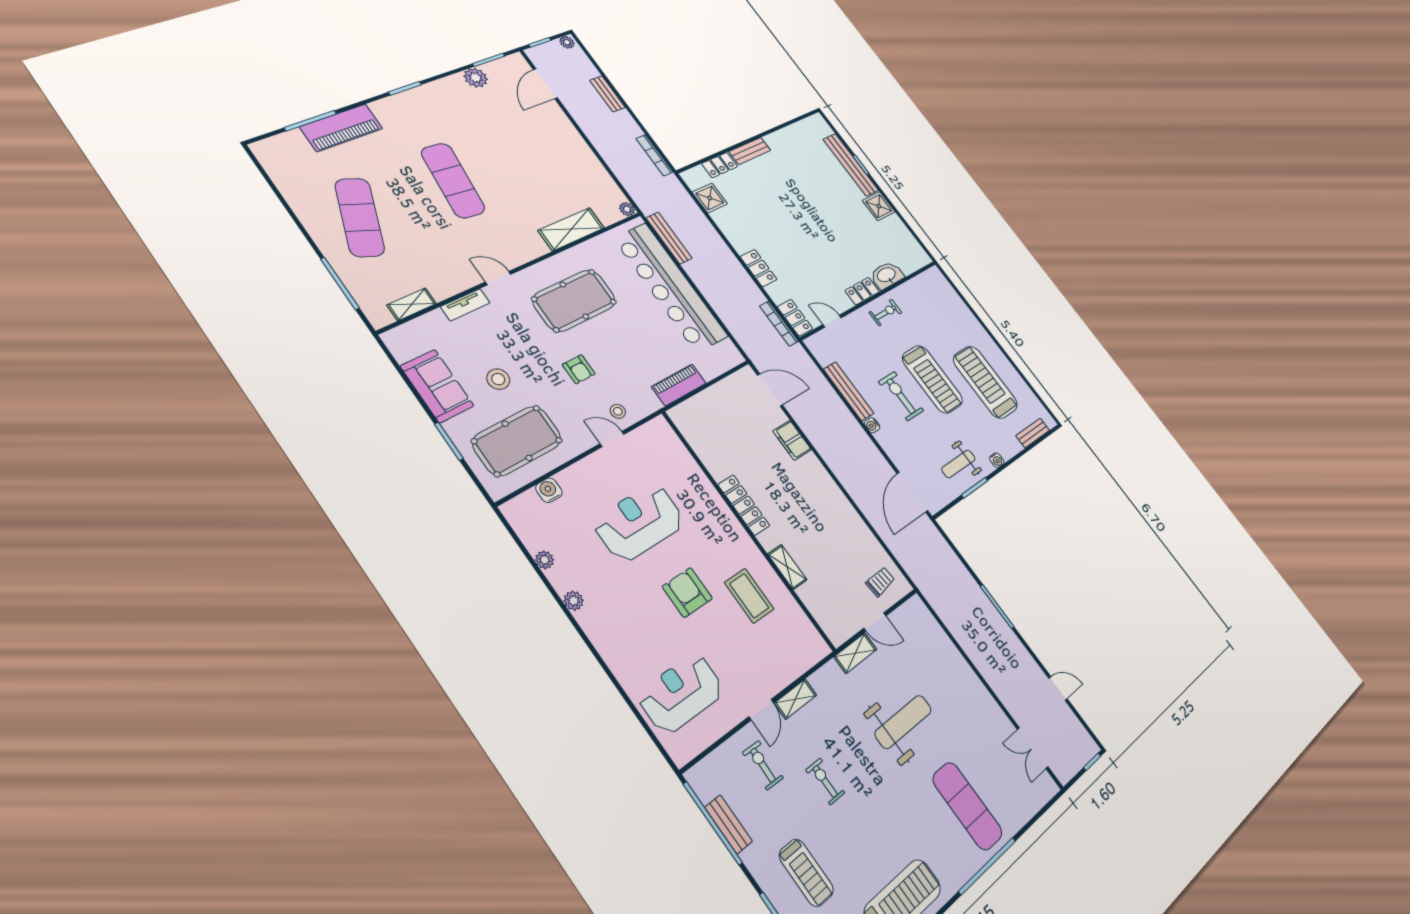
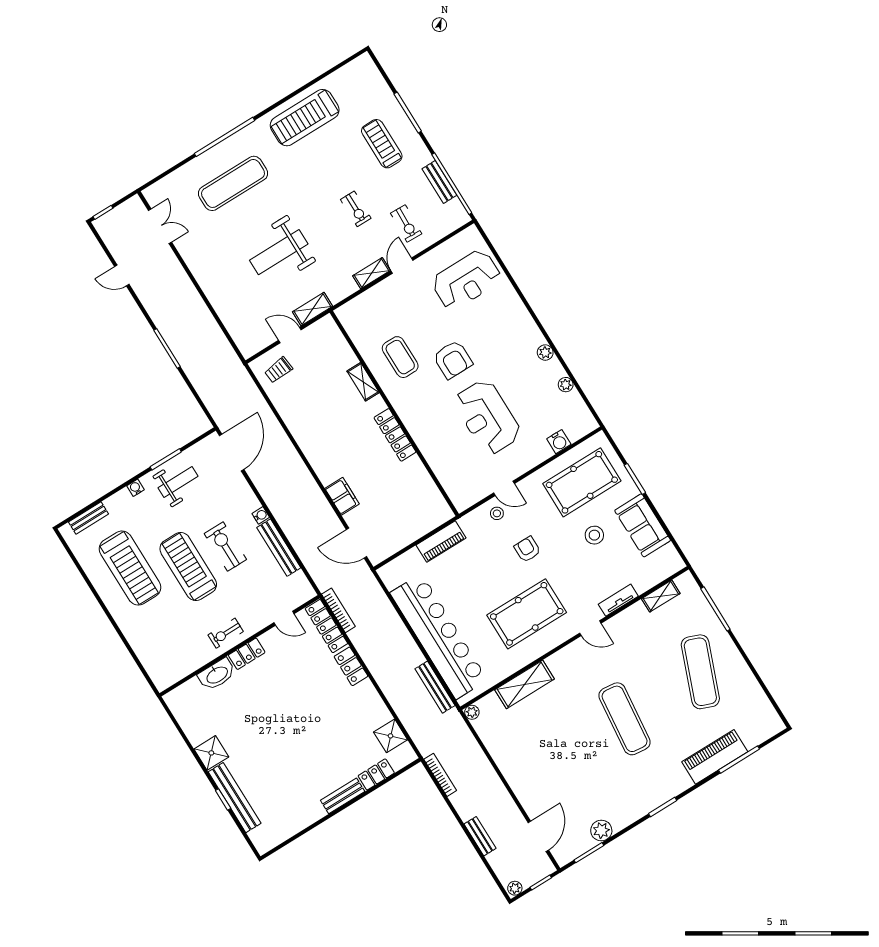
locker: (795, 318) -> (326, 626), width x1.53
exercise bike: (901, 396) -> (225, 547), turned 180
reception desk: (639, 522) -> (487, 417), turned 90
exercise mat: (967, 806) -> (233, 183), turned 90

